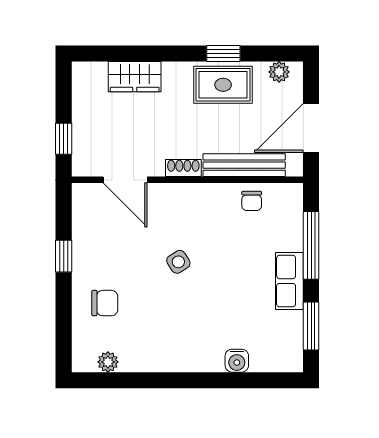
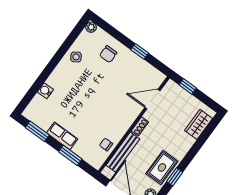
wardrobe: (135, 77) -> (198, 124), moved
window: (311, 245) -> (70, 155), width x0.69
side table: (178, 262) -> (76, 57), moved
plant: (108, 362) -> (91, 27), moved

